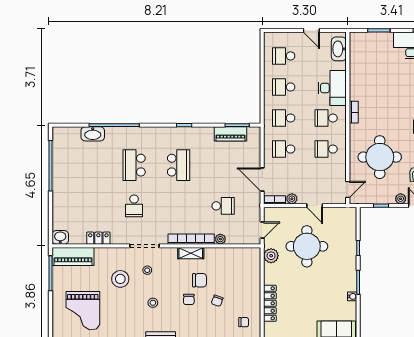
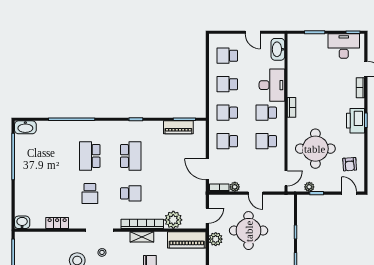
washbasin: (93, 134) -> (25, 127), moved
plant: (401, 199) -> (309, 187), moved
school desk: (223, 206) -> (131, 193), moved
plant: (220, 239) -> (173, 220), width x1.88, depth x1.88
piano: (73, 256) -> (187, 240), moved

